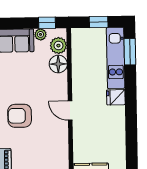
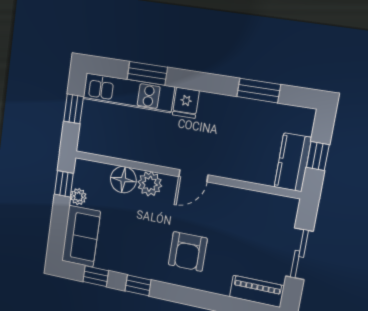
plant: (58, 46) -> (150, 184), moved
window: (130, 52) -> (147, 73), moved
window: (131, 142) -> (259, 90), added

